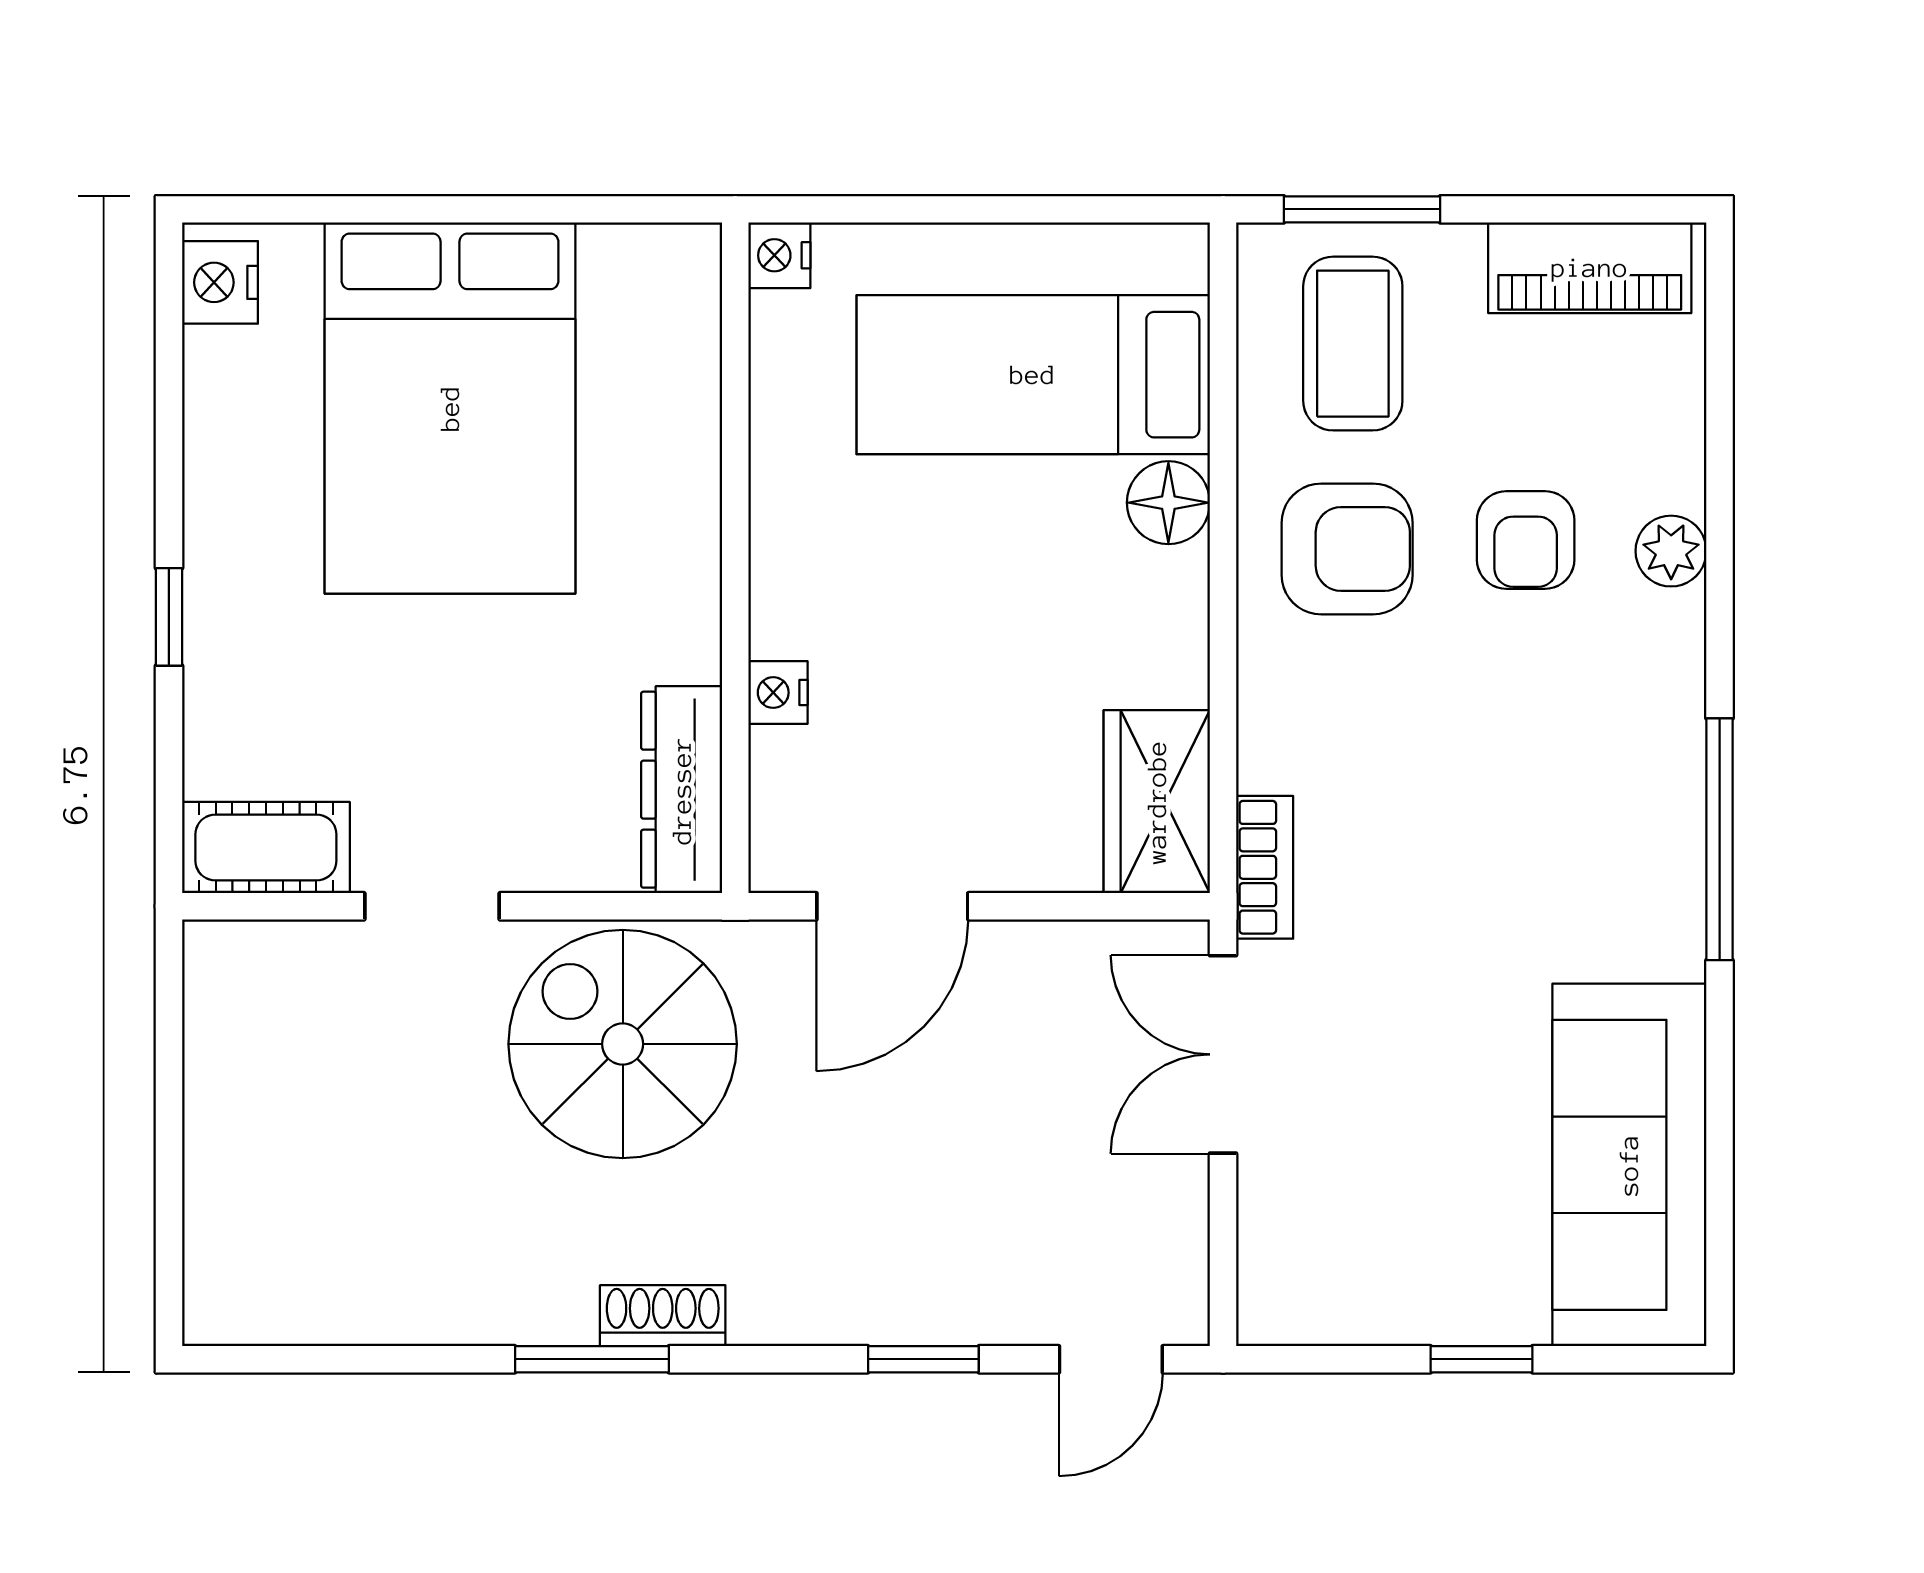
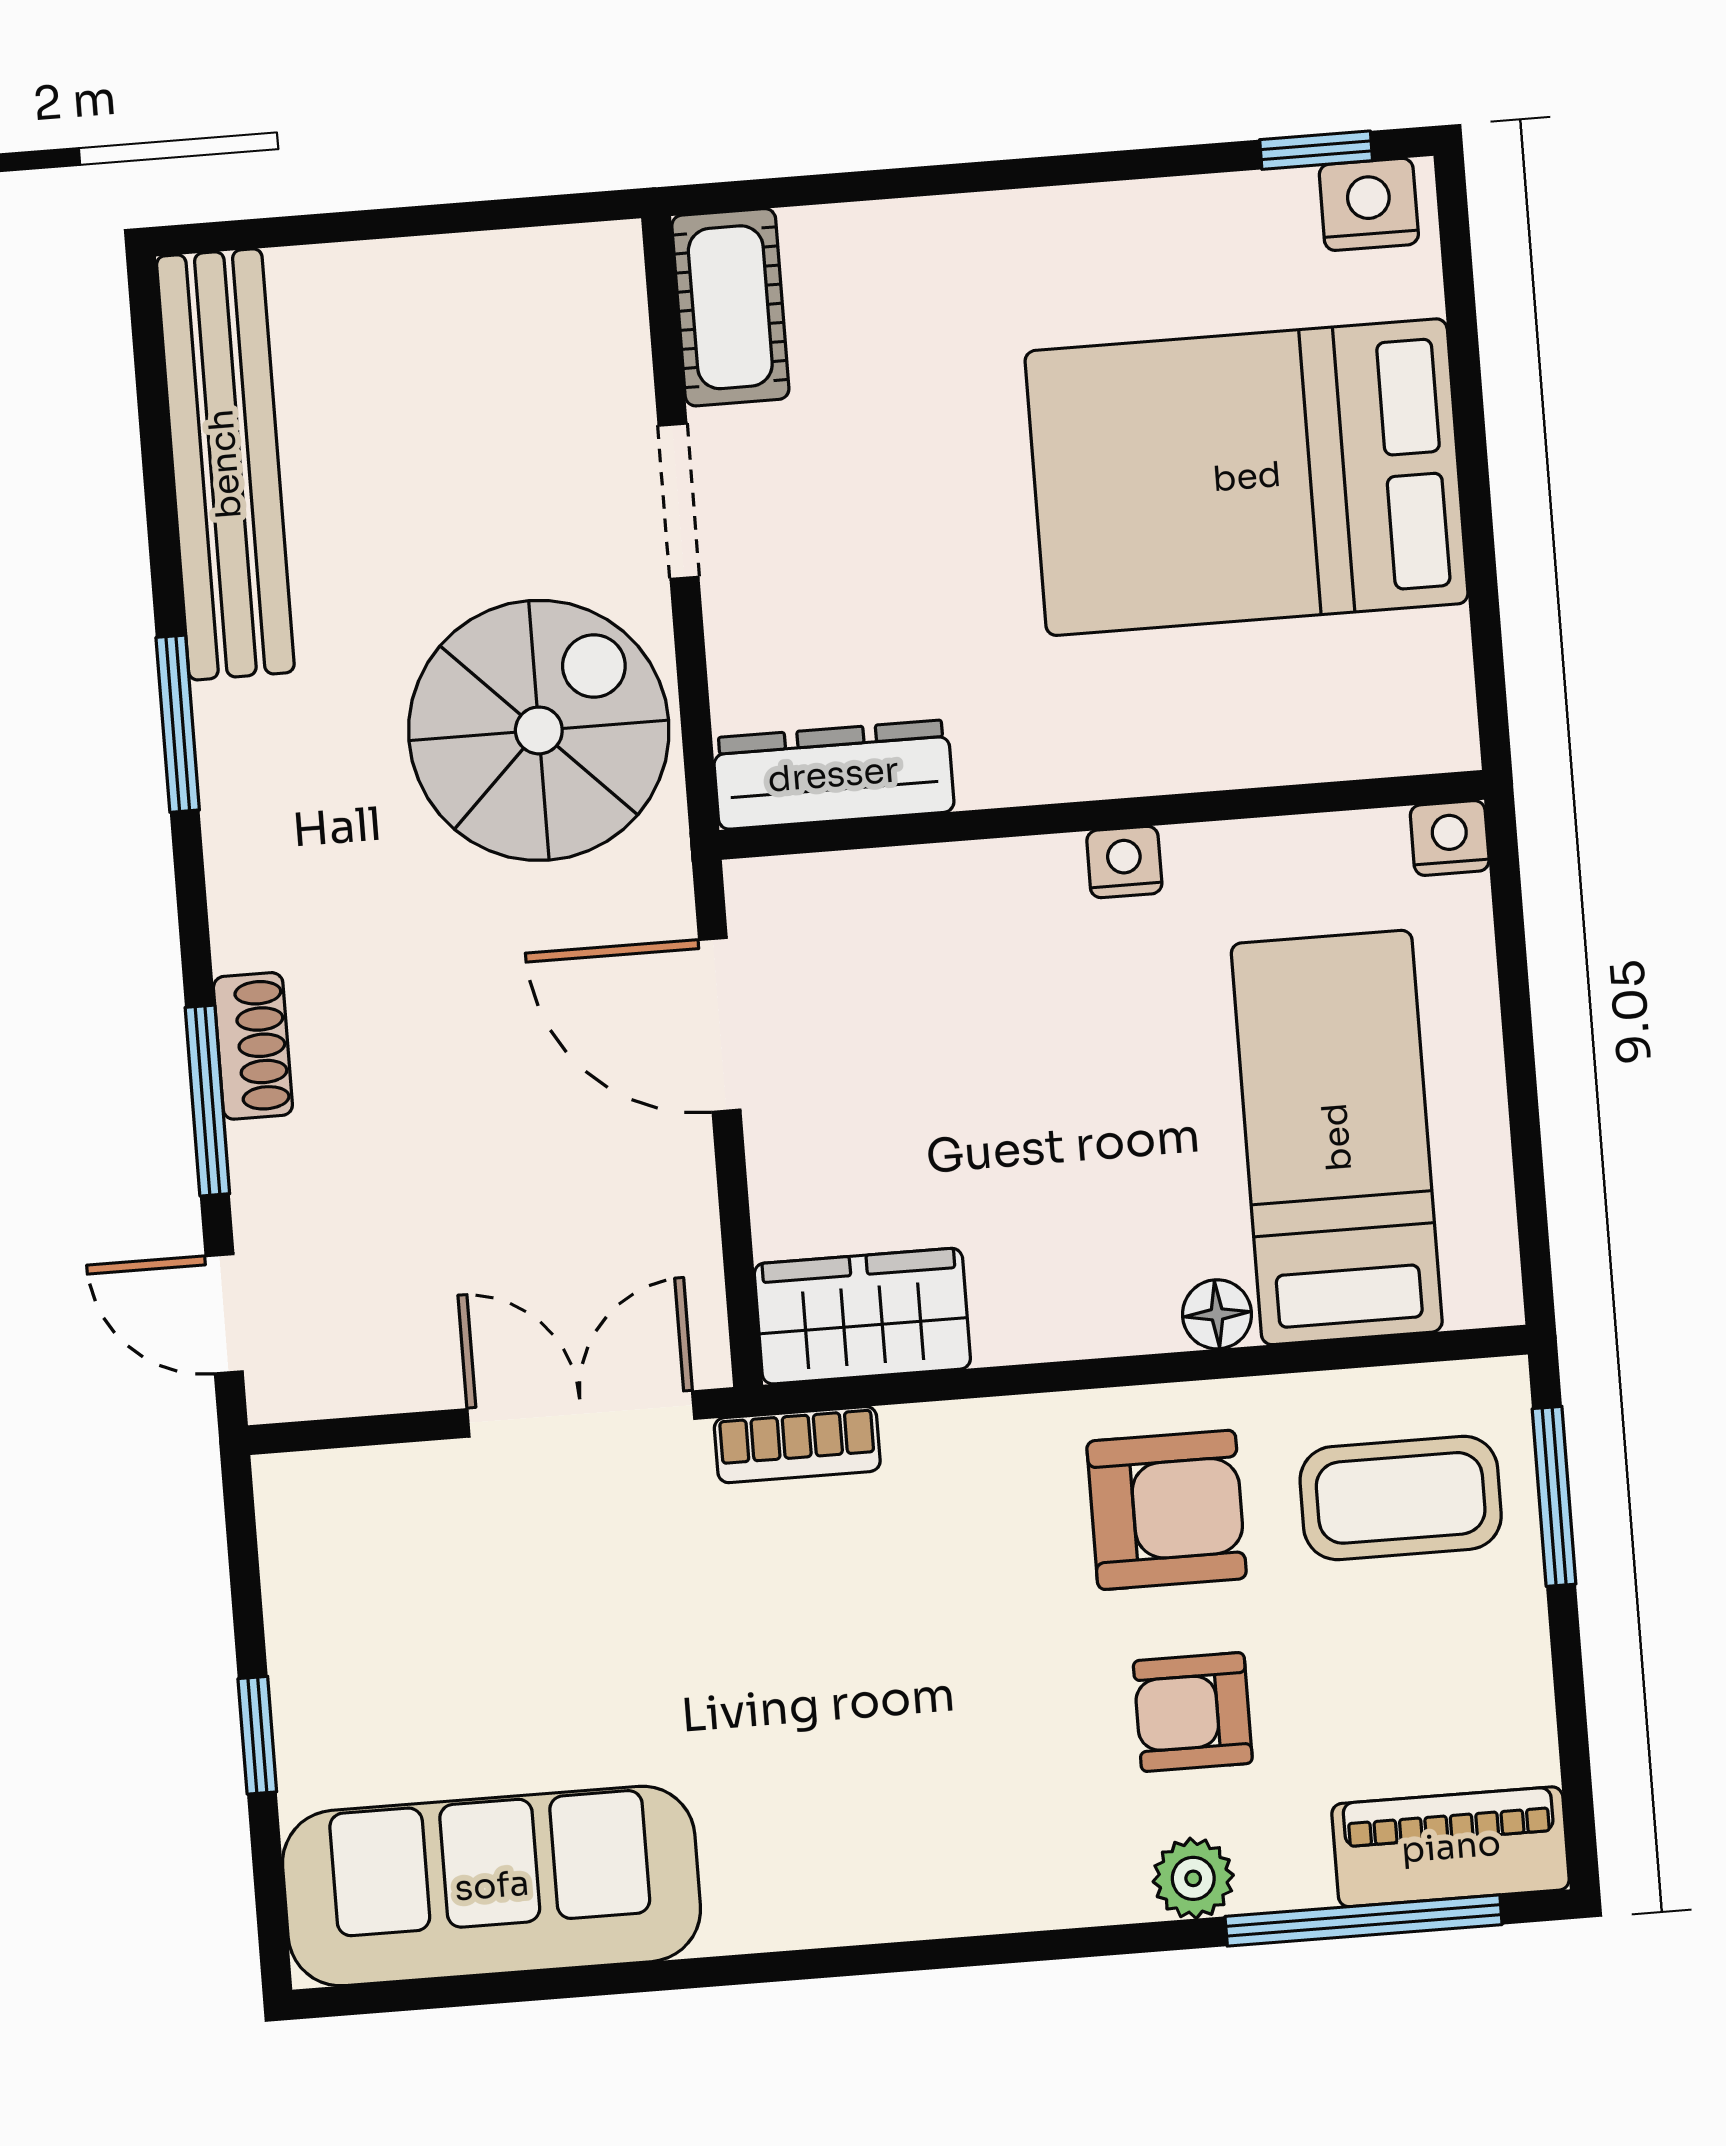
piano: (1590, 268) -> (1451, 1847), moved, turned 90
floor lamp: (1168, 503) -> (1217, 1314), width x0.73, depth x0.73
armchair: (1347, 549) -> (1167, 1510), turned -90
window: (169, 617) -> (1316, 150), moved
nightstand: (778, 693) -> (1124, 862), moved
window: (1720, 839) -> (1364, 1920), moved
bench: (368, 1300) -> (225, 464), added
shoe rack: (663, 1316) -> (253, 1046), moved
window: (923, 1359) -> (207, 1101), width x1.50

